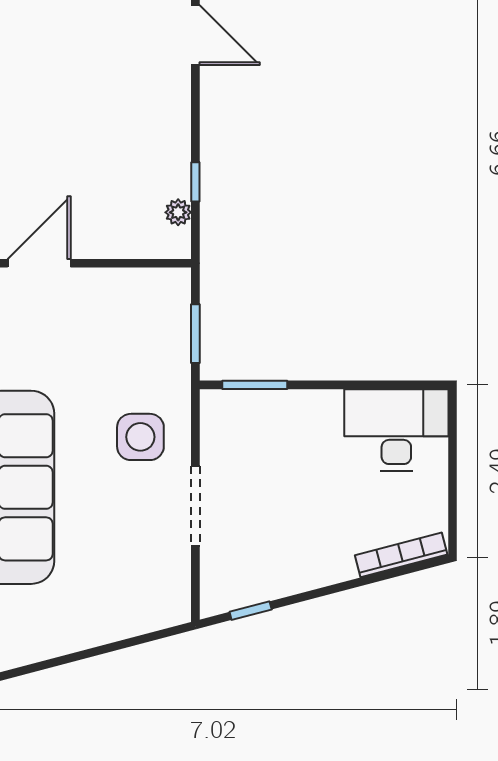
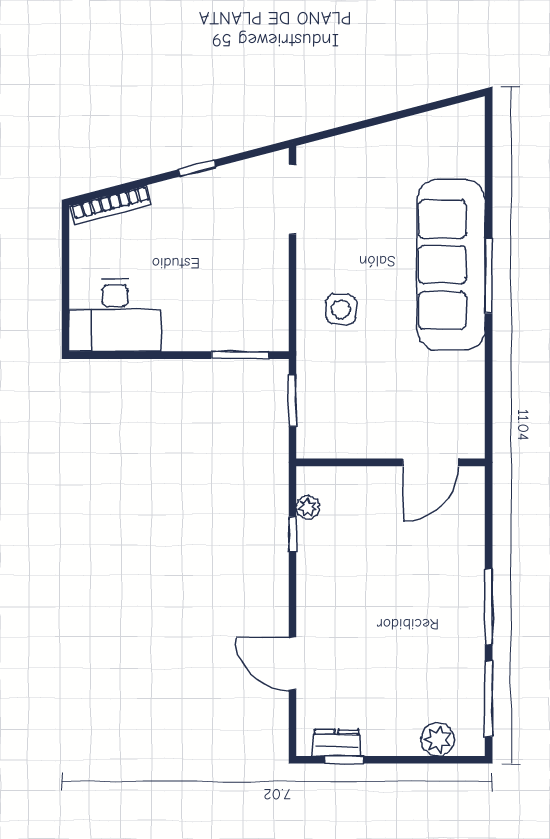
side table: (140, 437) -> (341, 309), width x0.73, depth x0.73
doorway: (195, 506) -> (292, 199), moved
window: (251, 611) -> (197, 168), moved

